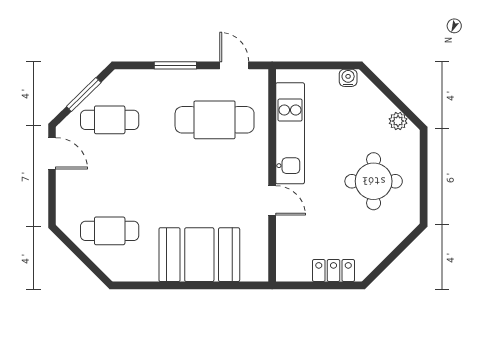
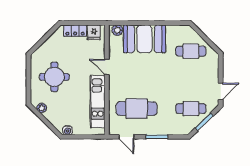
door: (52, 153) -> (221, 91), swing flipped
fridge: (297, 267) -> (94, 32), added
plant: (252, 271) -> (117, 30), added

